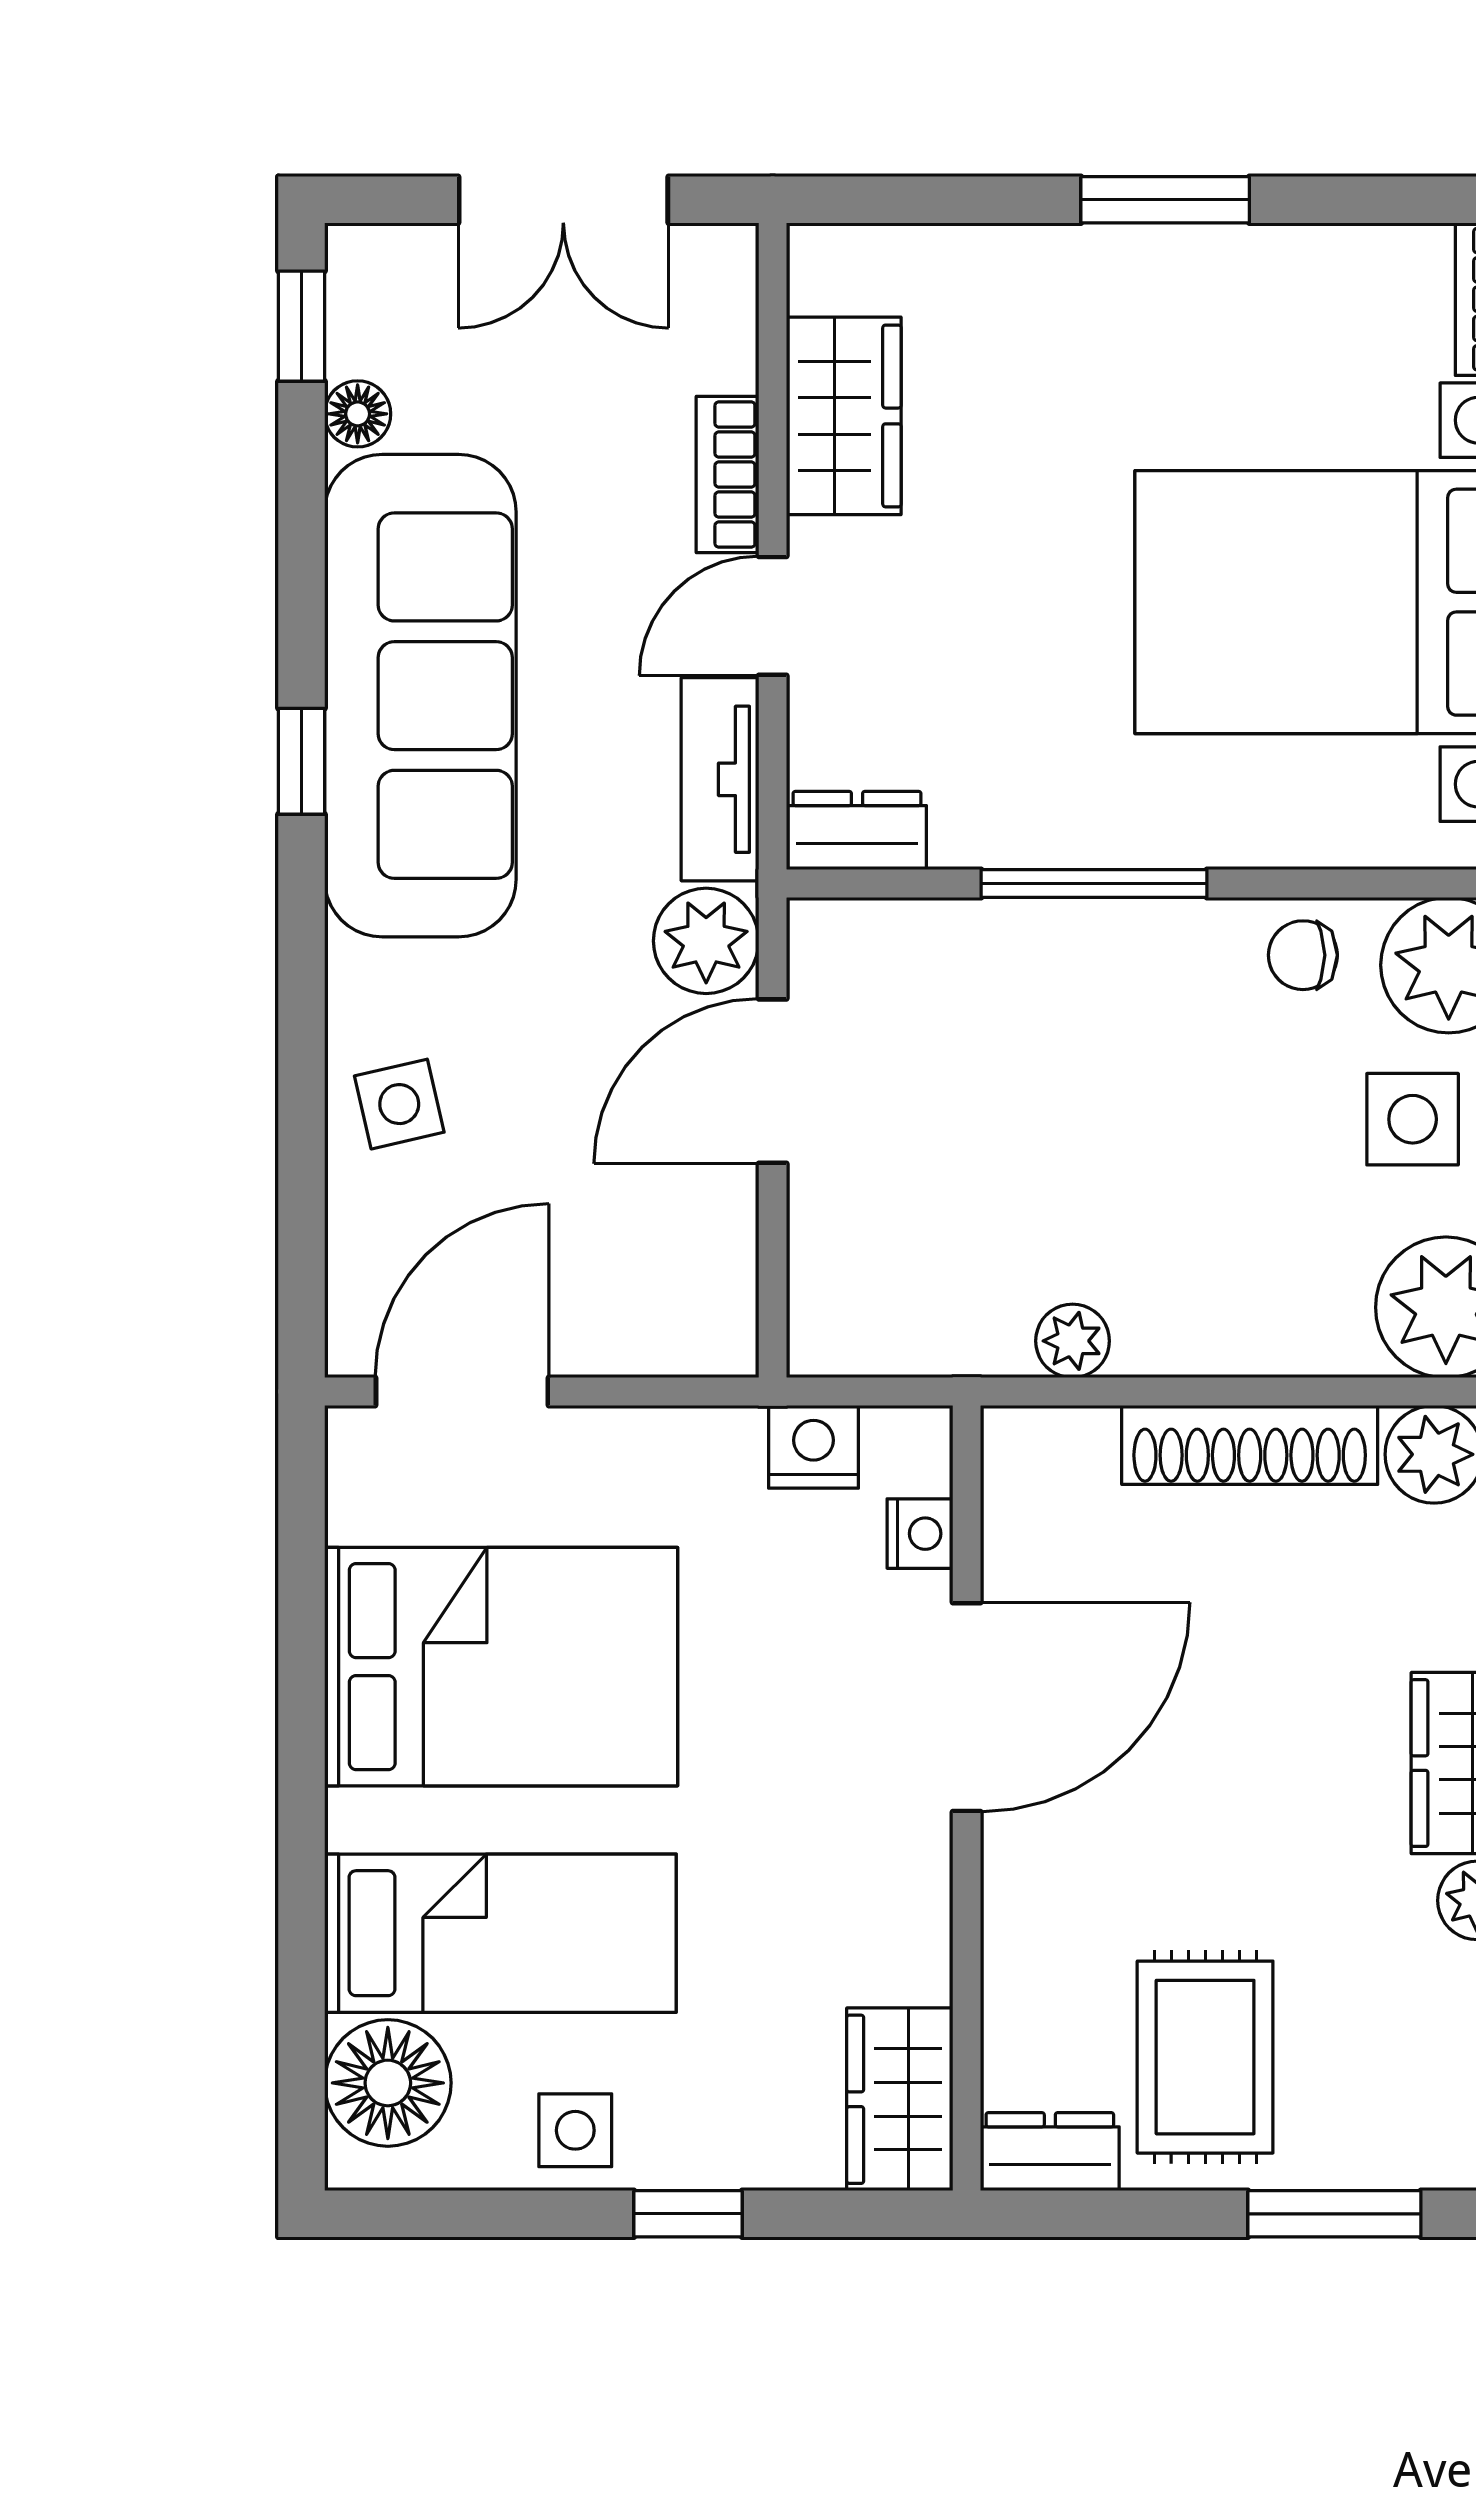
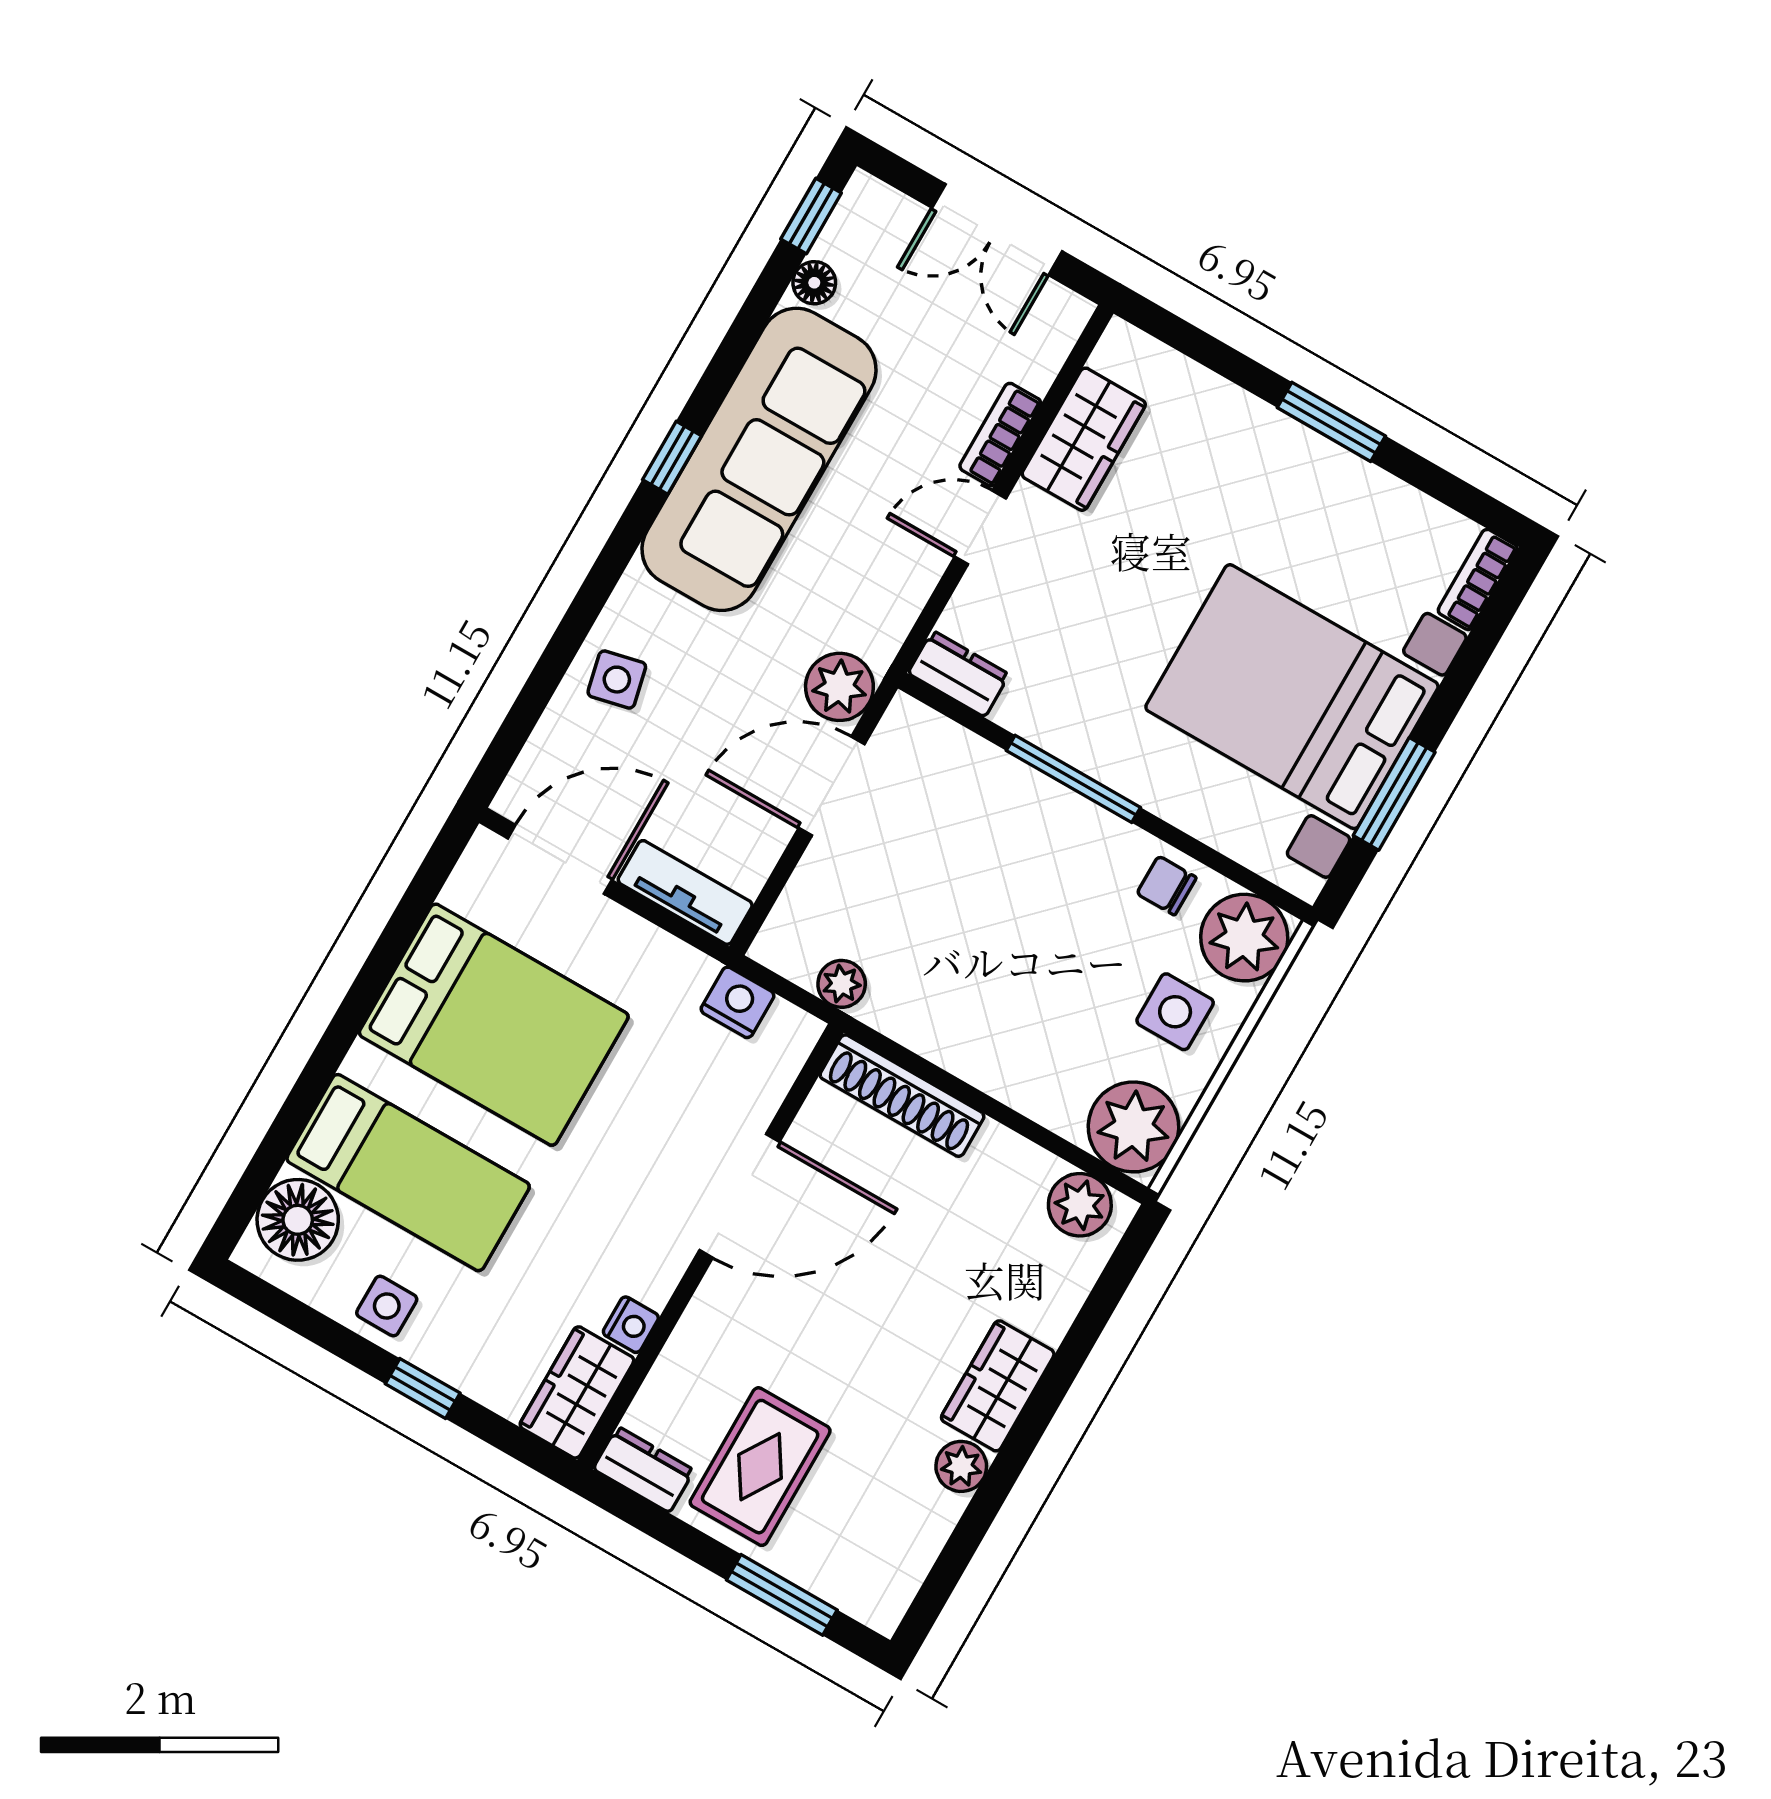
tv unit: (720, 779) -> (685, 892), moved, turned 90
plant: (1073, 1341) -> (842, 984), moved
shoe rack: (1250, 1445) -> (902, 1096), moved
nightstand: (920, 1534) -> (631, 1325), moved

